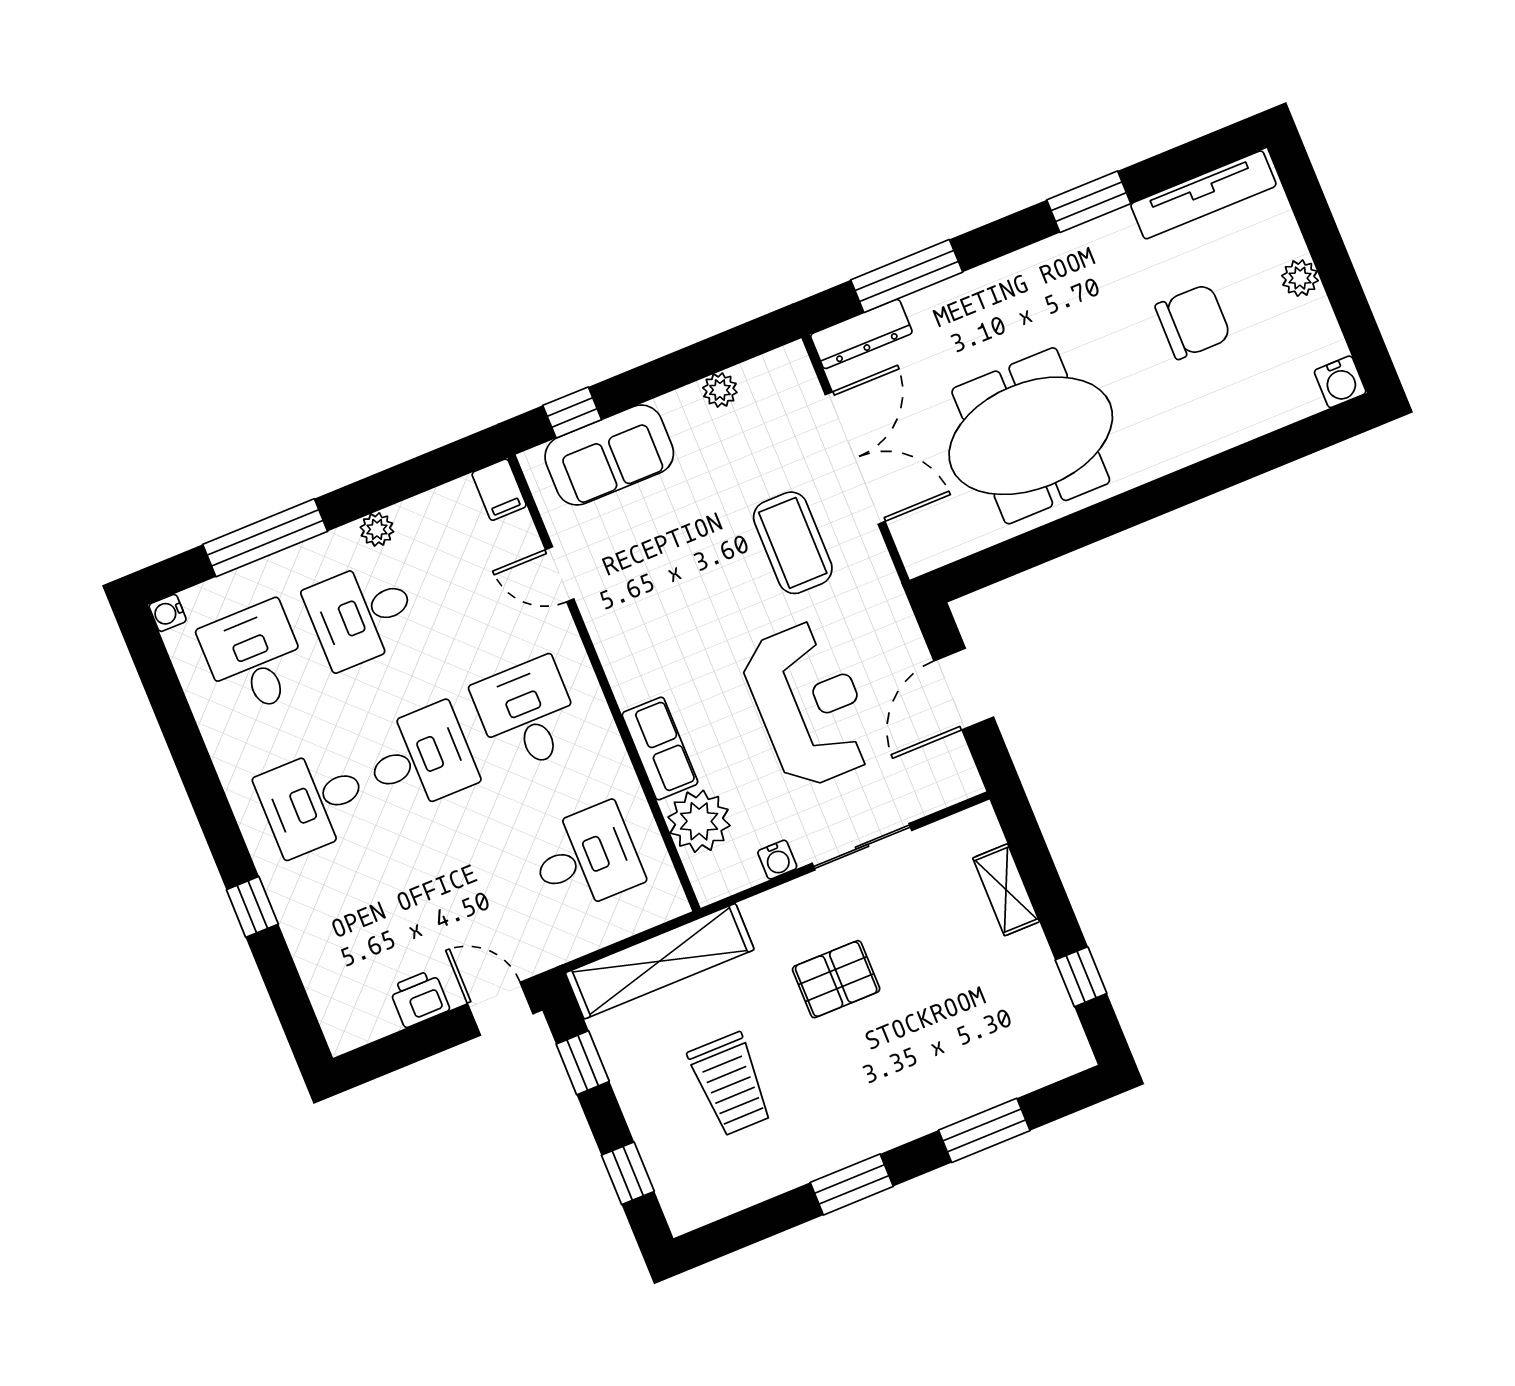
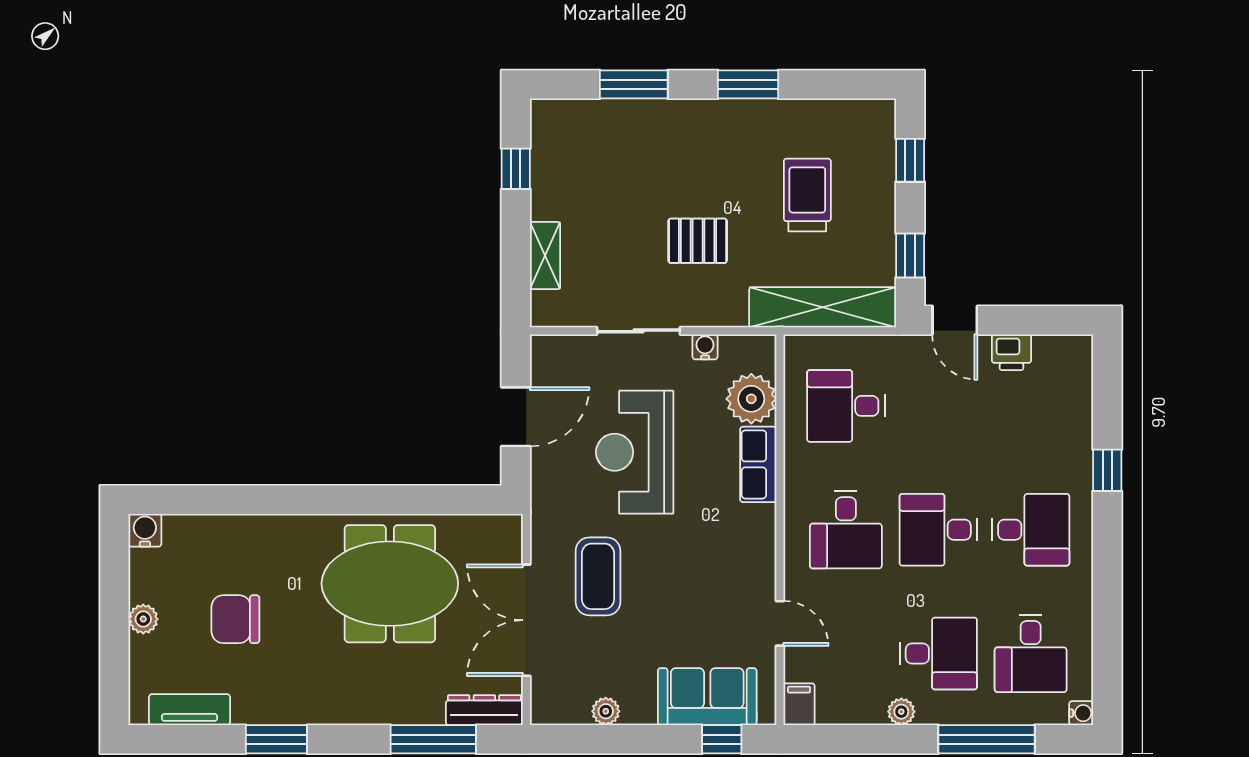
tv unit: (1203, 195) -> (190, 710), width x0.71

